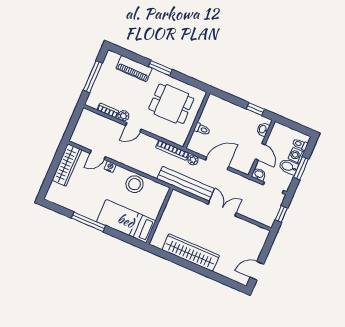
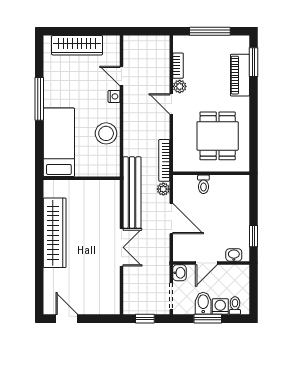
window: (160, 68) -> (253, 62), moved
wardrobe: (67, 165) -> (77, 45), moved

